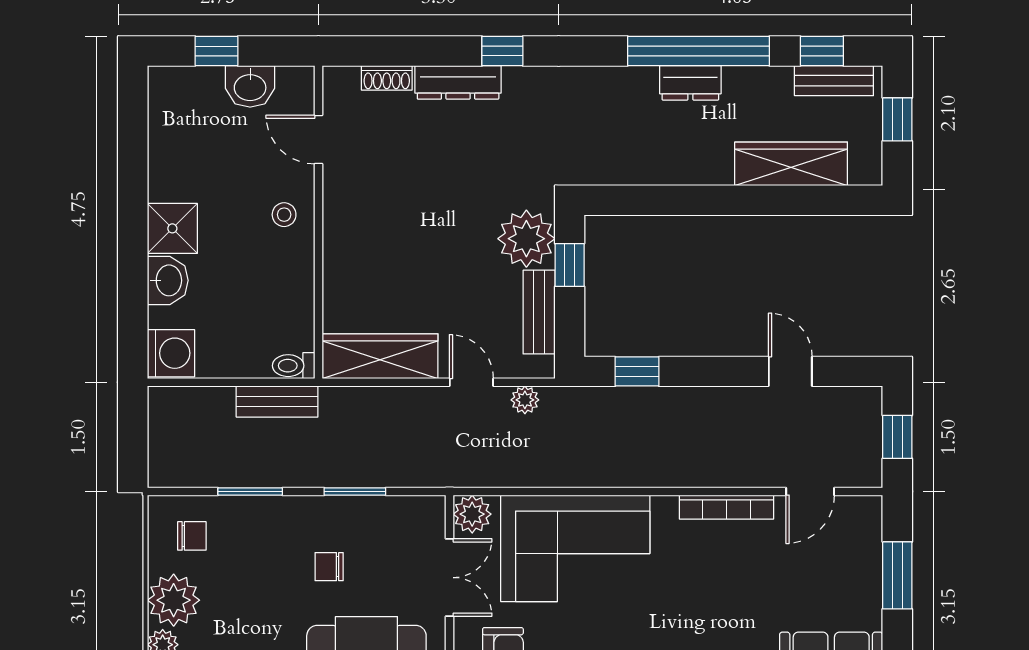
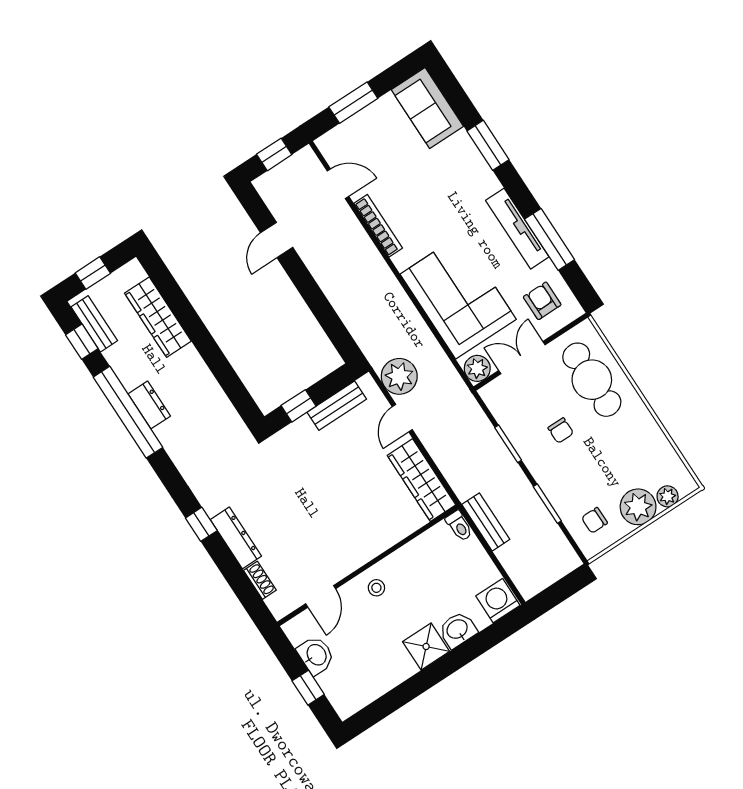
plant: (526, 239) -> (300, 440), removed
window: (637, 371) -> (334, 328), removed
plant: (525, 400) -> (399, 376), width x1.87, depth x1.87
chair: (192, 536) -> (594, 520), turned -90

